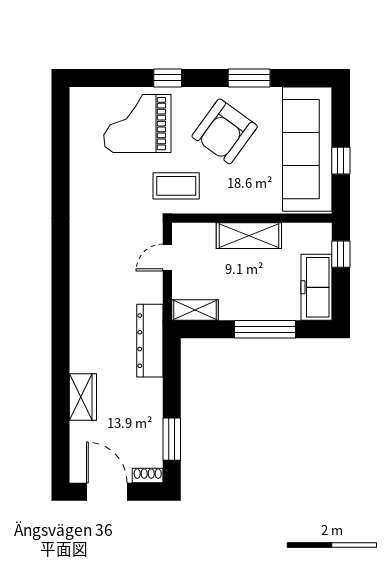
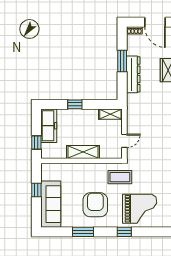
armchair: (225, 131) -> (95, 205), turned -36
sofa: (307, 149) -> (51, 204), width x0.74, depth x0.79
window: (265, 329) -> (75, 104), width x0.46
dresser: (150, 341) -> (133, 74), moved
window: (172, 439) -> (122, 61), moved

